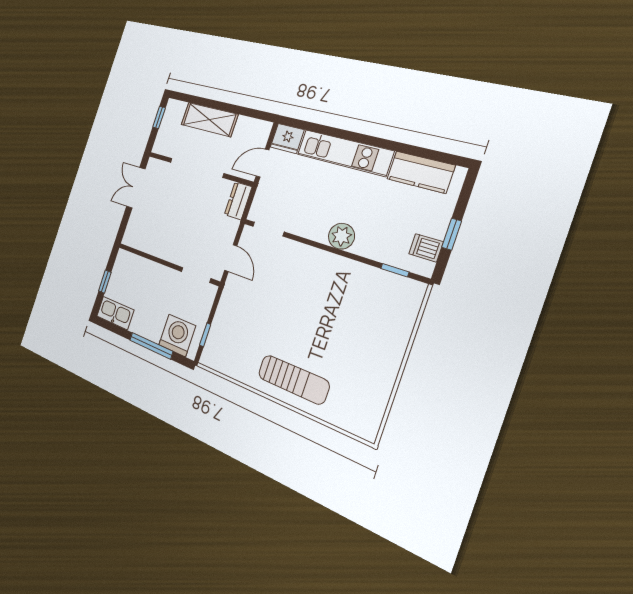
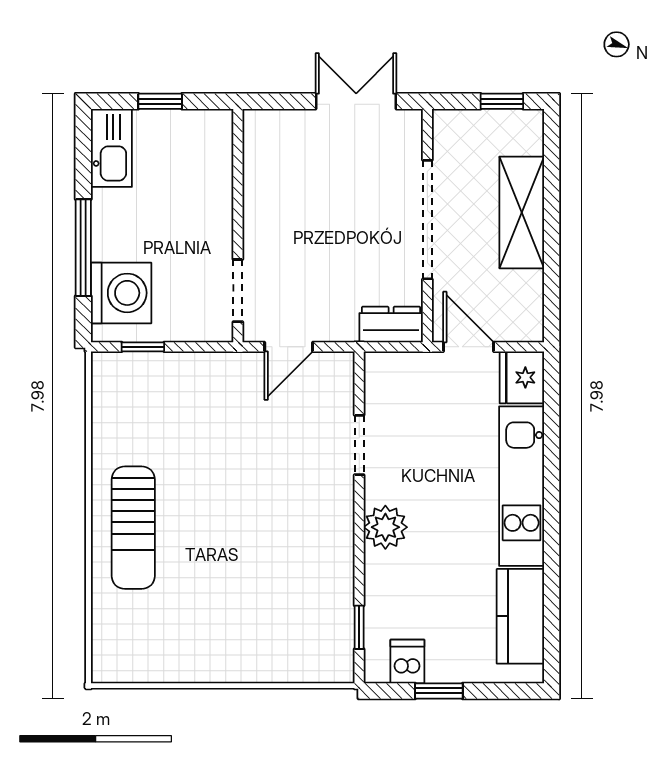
doorway: (268, 229) -> (359, 445), moved

